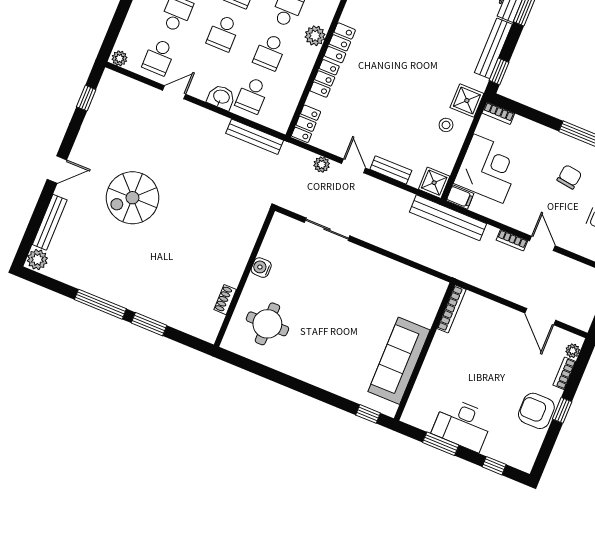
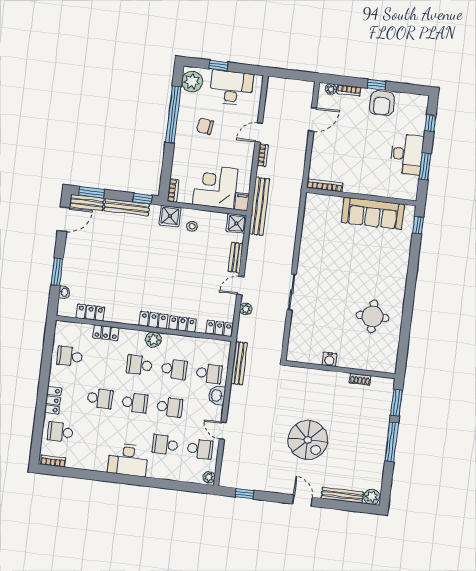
water cooler: (261, 268) -> (330, 359), moved
wall: (244, 278) -> (340, 370), moved
shoe rack: (225, 300) -> (360, 379), moved

